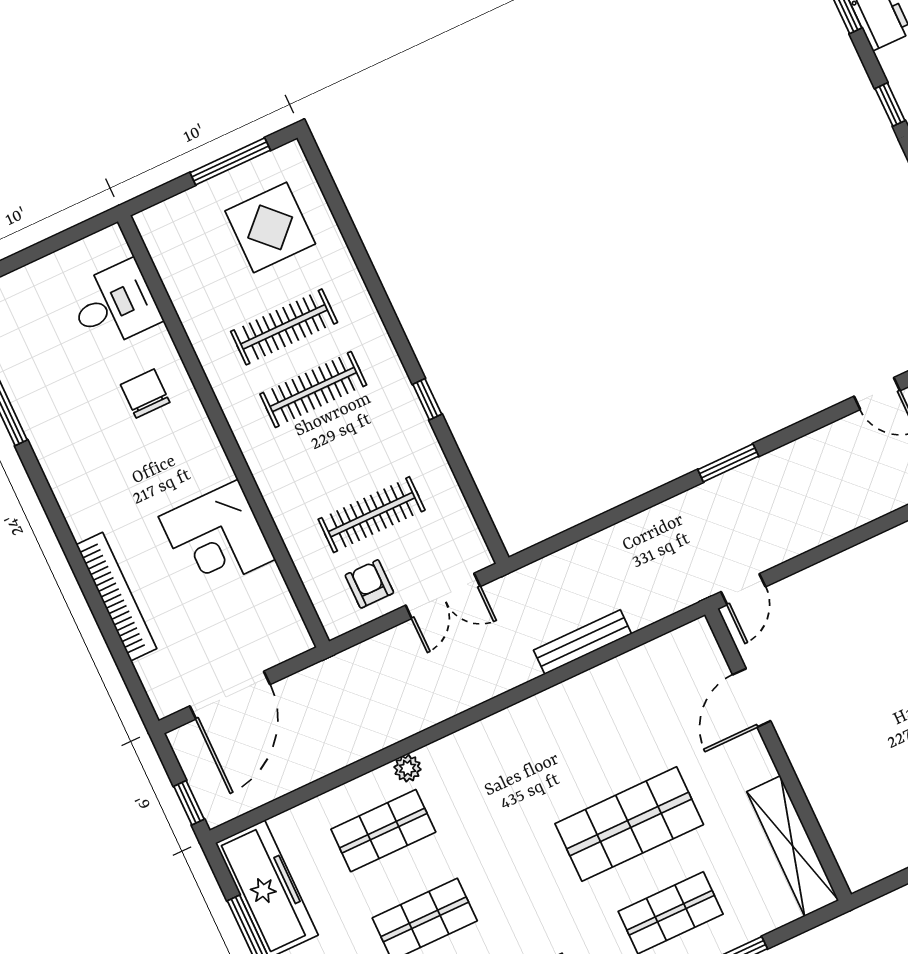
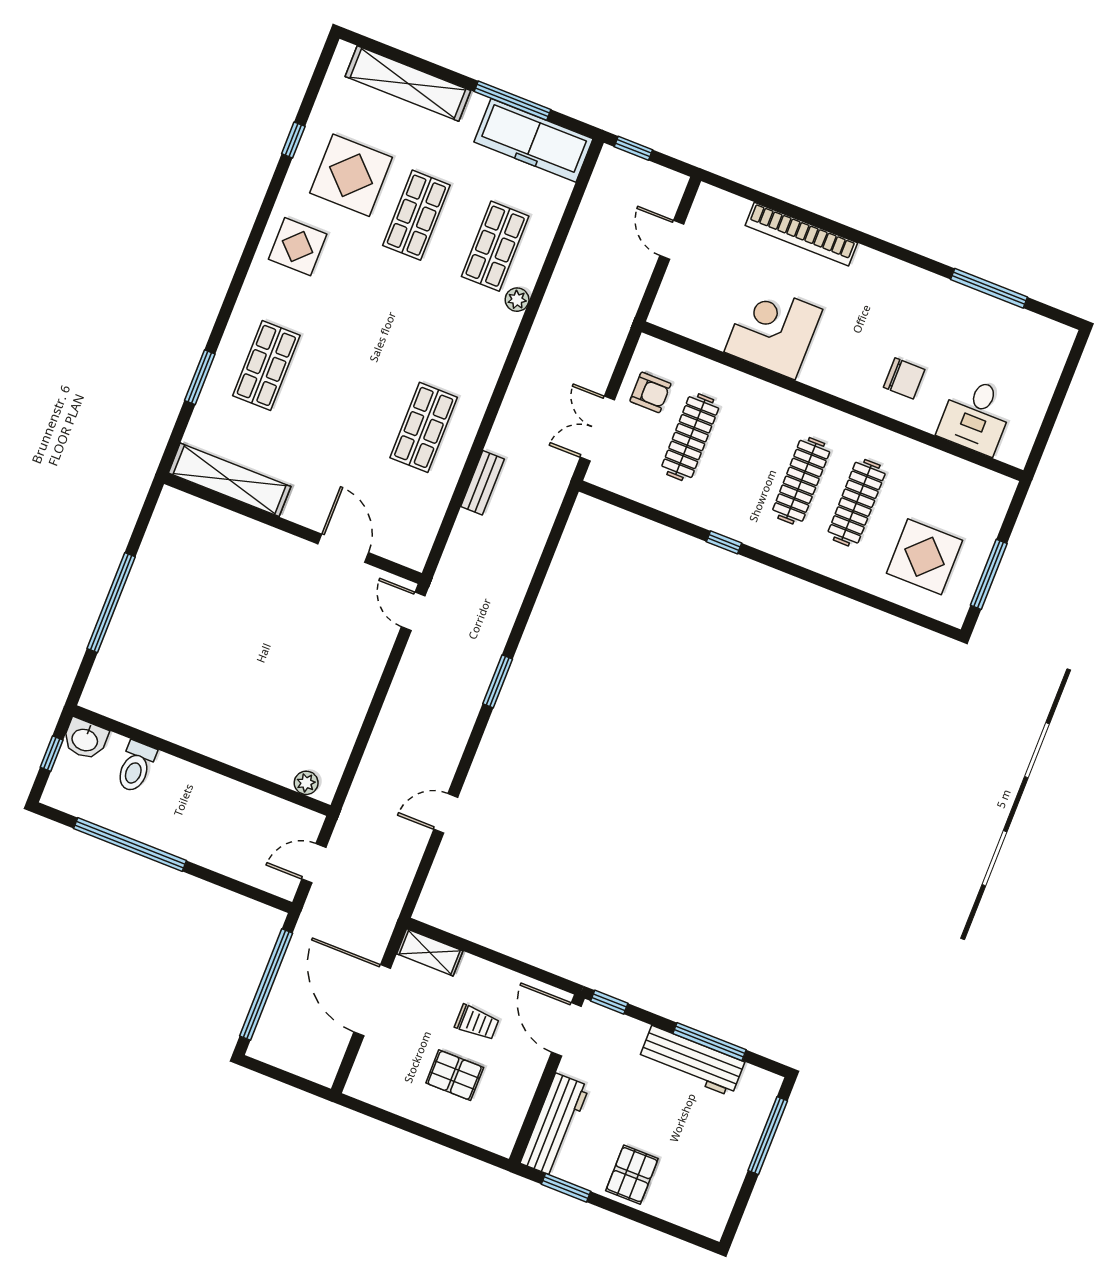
bench: (583, 642) -> (482, 483), width x0.73
door: (230, 695) -> (672, 240), width x0.53
shop shelf: (629, 824) -> (424, 427), moved, width x0.70, depth x0.74

